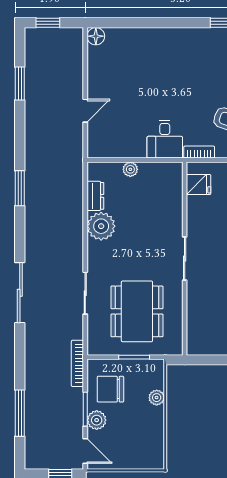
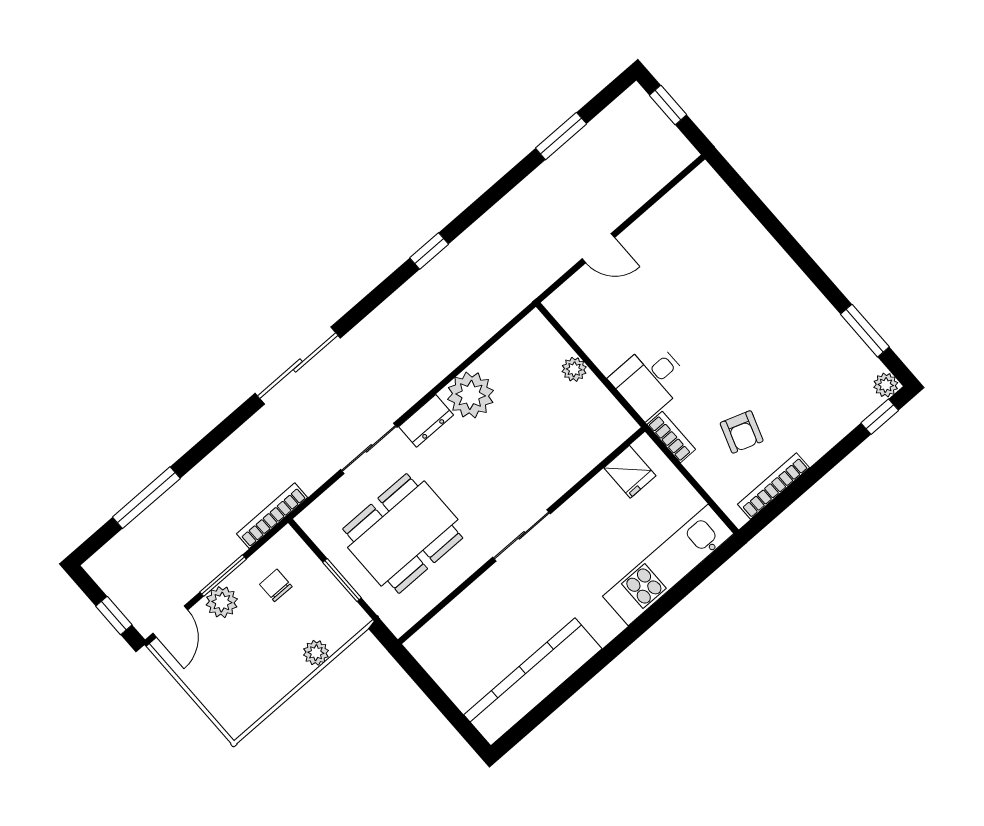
floor lamp: (96, 36) -> (704, 180), removed
window: (20, 188) -> (429, 251), width x0.67
dresser: (95, 196) -> (426, 421), moved
chair: (110, 389) -> (276, 585), width x0.54, depth x0.54

